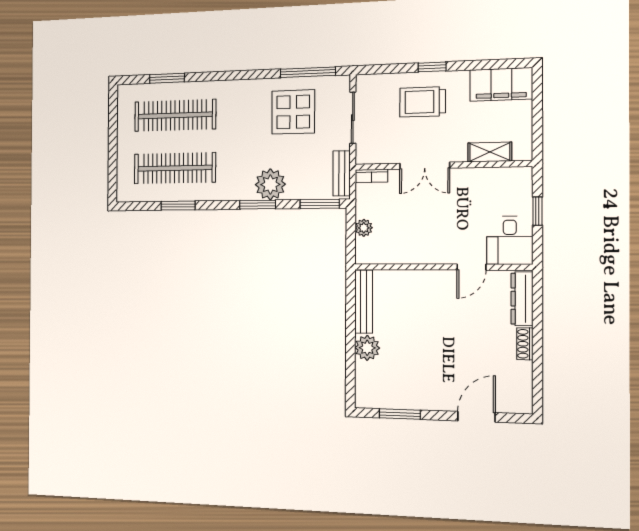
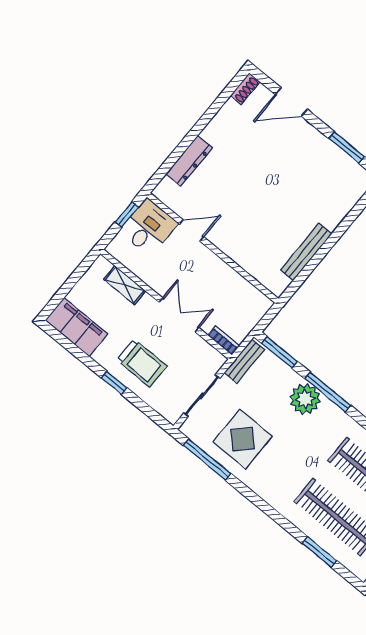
window: (258, 205) -> (328, 392), width x1.44
plant: (364, 228) -> (261, 307), removed
desk: (510, 240) -> (149, 227), moved
wall: (442, 267) -> (213, 248), moved
door: (471, 267) -> (192, 230), moved
shoe rack: (525, 344) -> (245, 89), moved
plant: (367, 348) -> (331, 215), removed

